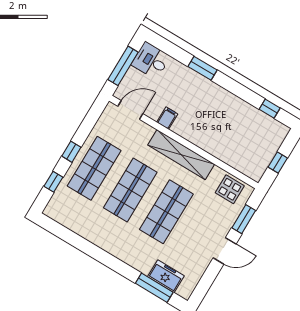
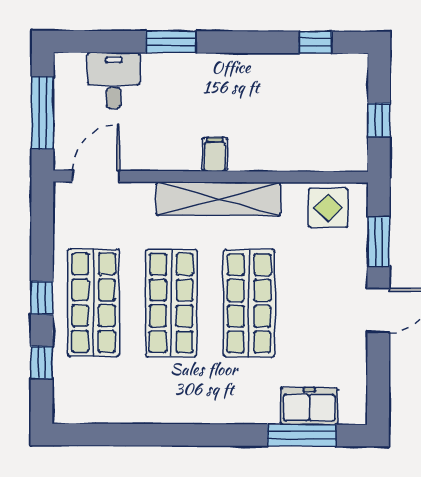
desk: (151, 61) -> (114, 81), moved, turned 90
filing cabinet: (167, 118) -> (215, 154), moved

